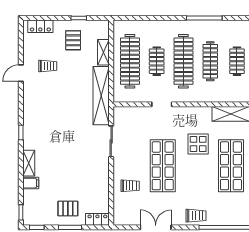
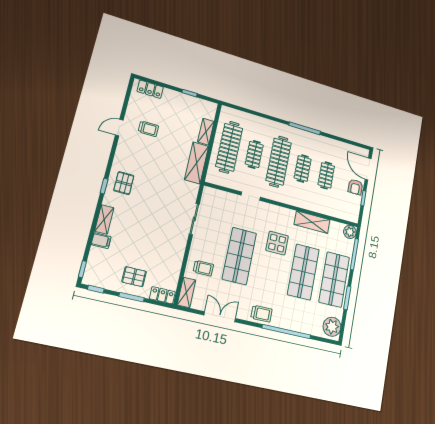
pallet: (73, 40) -> (124, 183), moved
clothes rail: (210, 61) -> (303, 169), width x0.73
shelving: (101, 96) -> (197, 163), width x0.68
shelving: (119, 212) -> (186, 292), added

